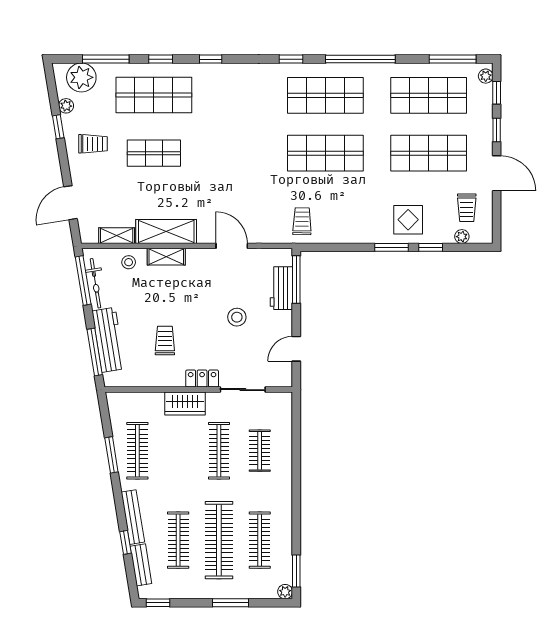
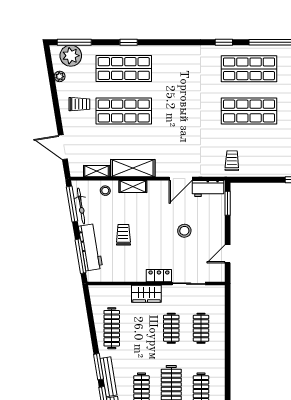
window: (106, 59) -> (74, 42), moved
window: (211, 59) -> (165, 42), removed
window: (58, 127) -> (54, 92), removed
shop shelf: (154, 153) -> (124, 111), width x1.43, depth x1.36
door: (70, 203) -> (63, 147), hinge flipped
door: (232, 246) -> (181, 179), swing flipped
window: (296, 280) -> (228, 203), width x0.69
workbench: (281, 288) -> (208, 188), moved, turned -90
trolley: (165, 341) -> (123, 235), moved
clothes rail: (219, 451) -> (171, 328), width x0.73
window: (111, 455) -> (98, 367), moved

